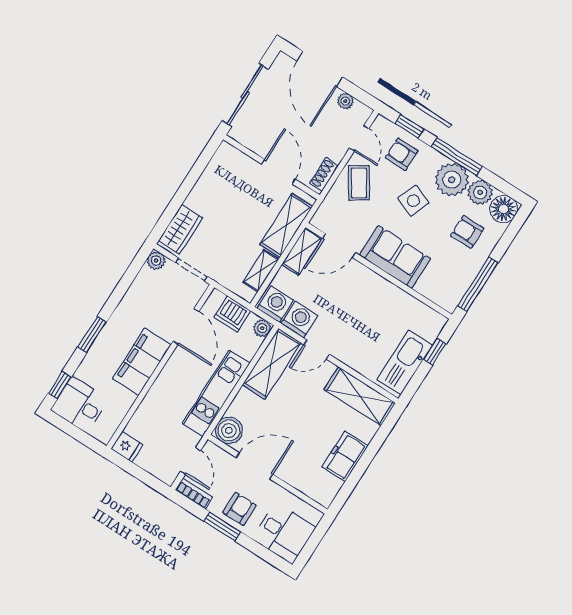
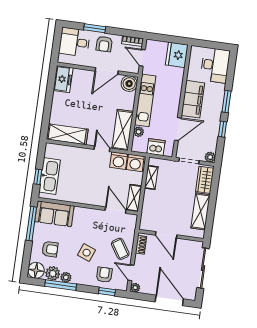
plant: (345, 101) -> (135, 288), moved
armchair: (402, 154) -> (104, 275), turned -90
window: (457, 157) -> (61, 285), moved
plant: (452, 180) -> (66, 277), width x0.53, depth x0.53
shelving: (286, 225) -> (201, 211), moved
door: (339, 246) -> (116, 210), hinge flipped
sofa: (395, 257) -> (54, 214), moved
door: (186, 326) -> (178, 129), swing flipped
plant: (262, 328) -> (139, 132), moved
door: (317, 349) -> (102, 149), hinge flipped
kitchen sink: (405, 362) -> (50, 176), moved
window: (60, 385) -> (223, 129), moved
desk: (80, 405) -> (215, 65), width x1.37
fridge: (127, 447) -> (177, 55), width x1.88, depth x1.34
freezer: (345, 456) -> (63, 79), moved
window: (222, 526) -> (95, 28), moved

